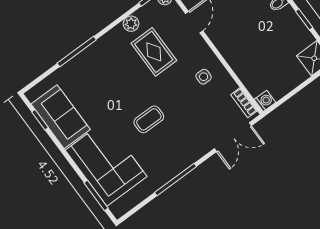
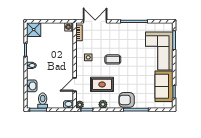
rug: (154, 52) -> (102, 84), turned 90
armchair: (101, 56) -> (127, 100), added
coffee table: (149, 119) -> (113, 59), moved

